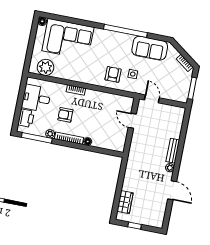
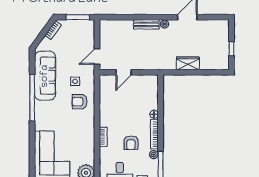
sofa: (150, 48) -> (45, 76), width x1.36
wardrobe: (125, 202) -> (188, 63), moved

